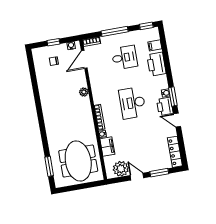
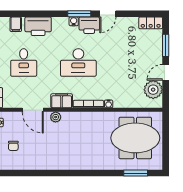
desk: (124, 58) -> (24, 62), turned 180
door: (84, 59) -> (33, 110), moved
filing cabinet: (107, 146) -> (62, 101), moved
locker: (175, 152) -> (151, 23), width x0.66

